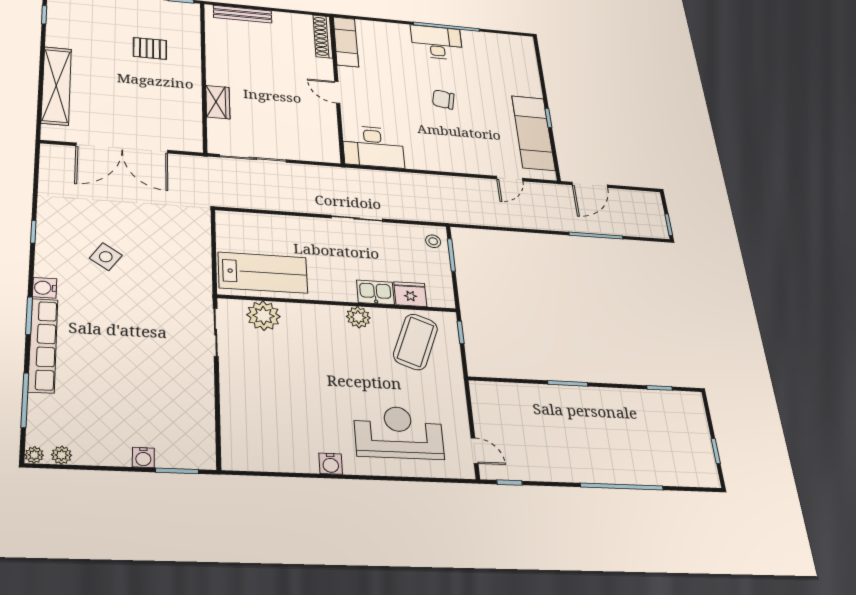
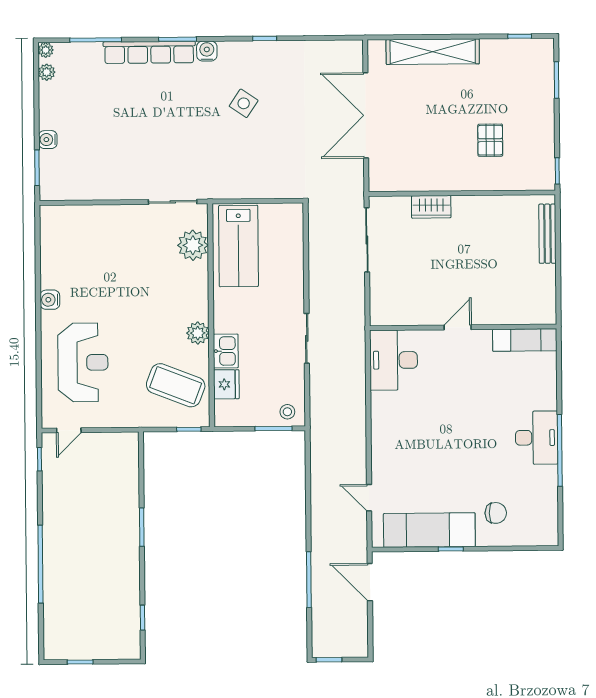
shoe rack: (323, 36) -> (529, 316), removed
chair: (443, 99) -> (496, 513), moved, turned 80

